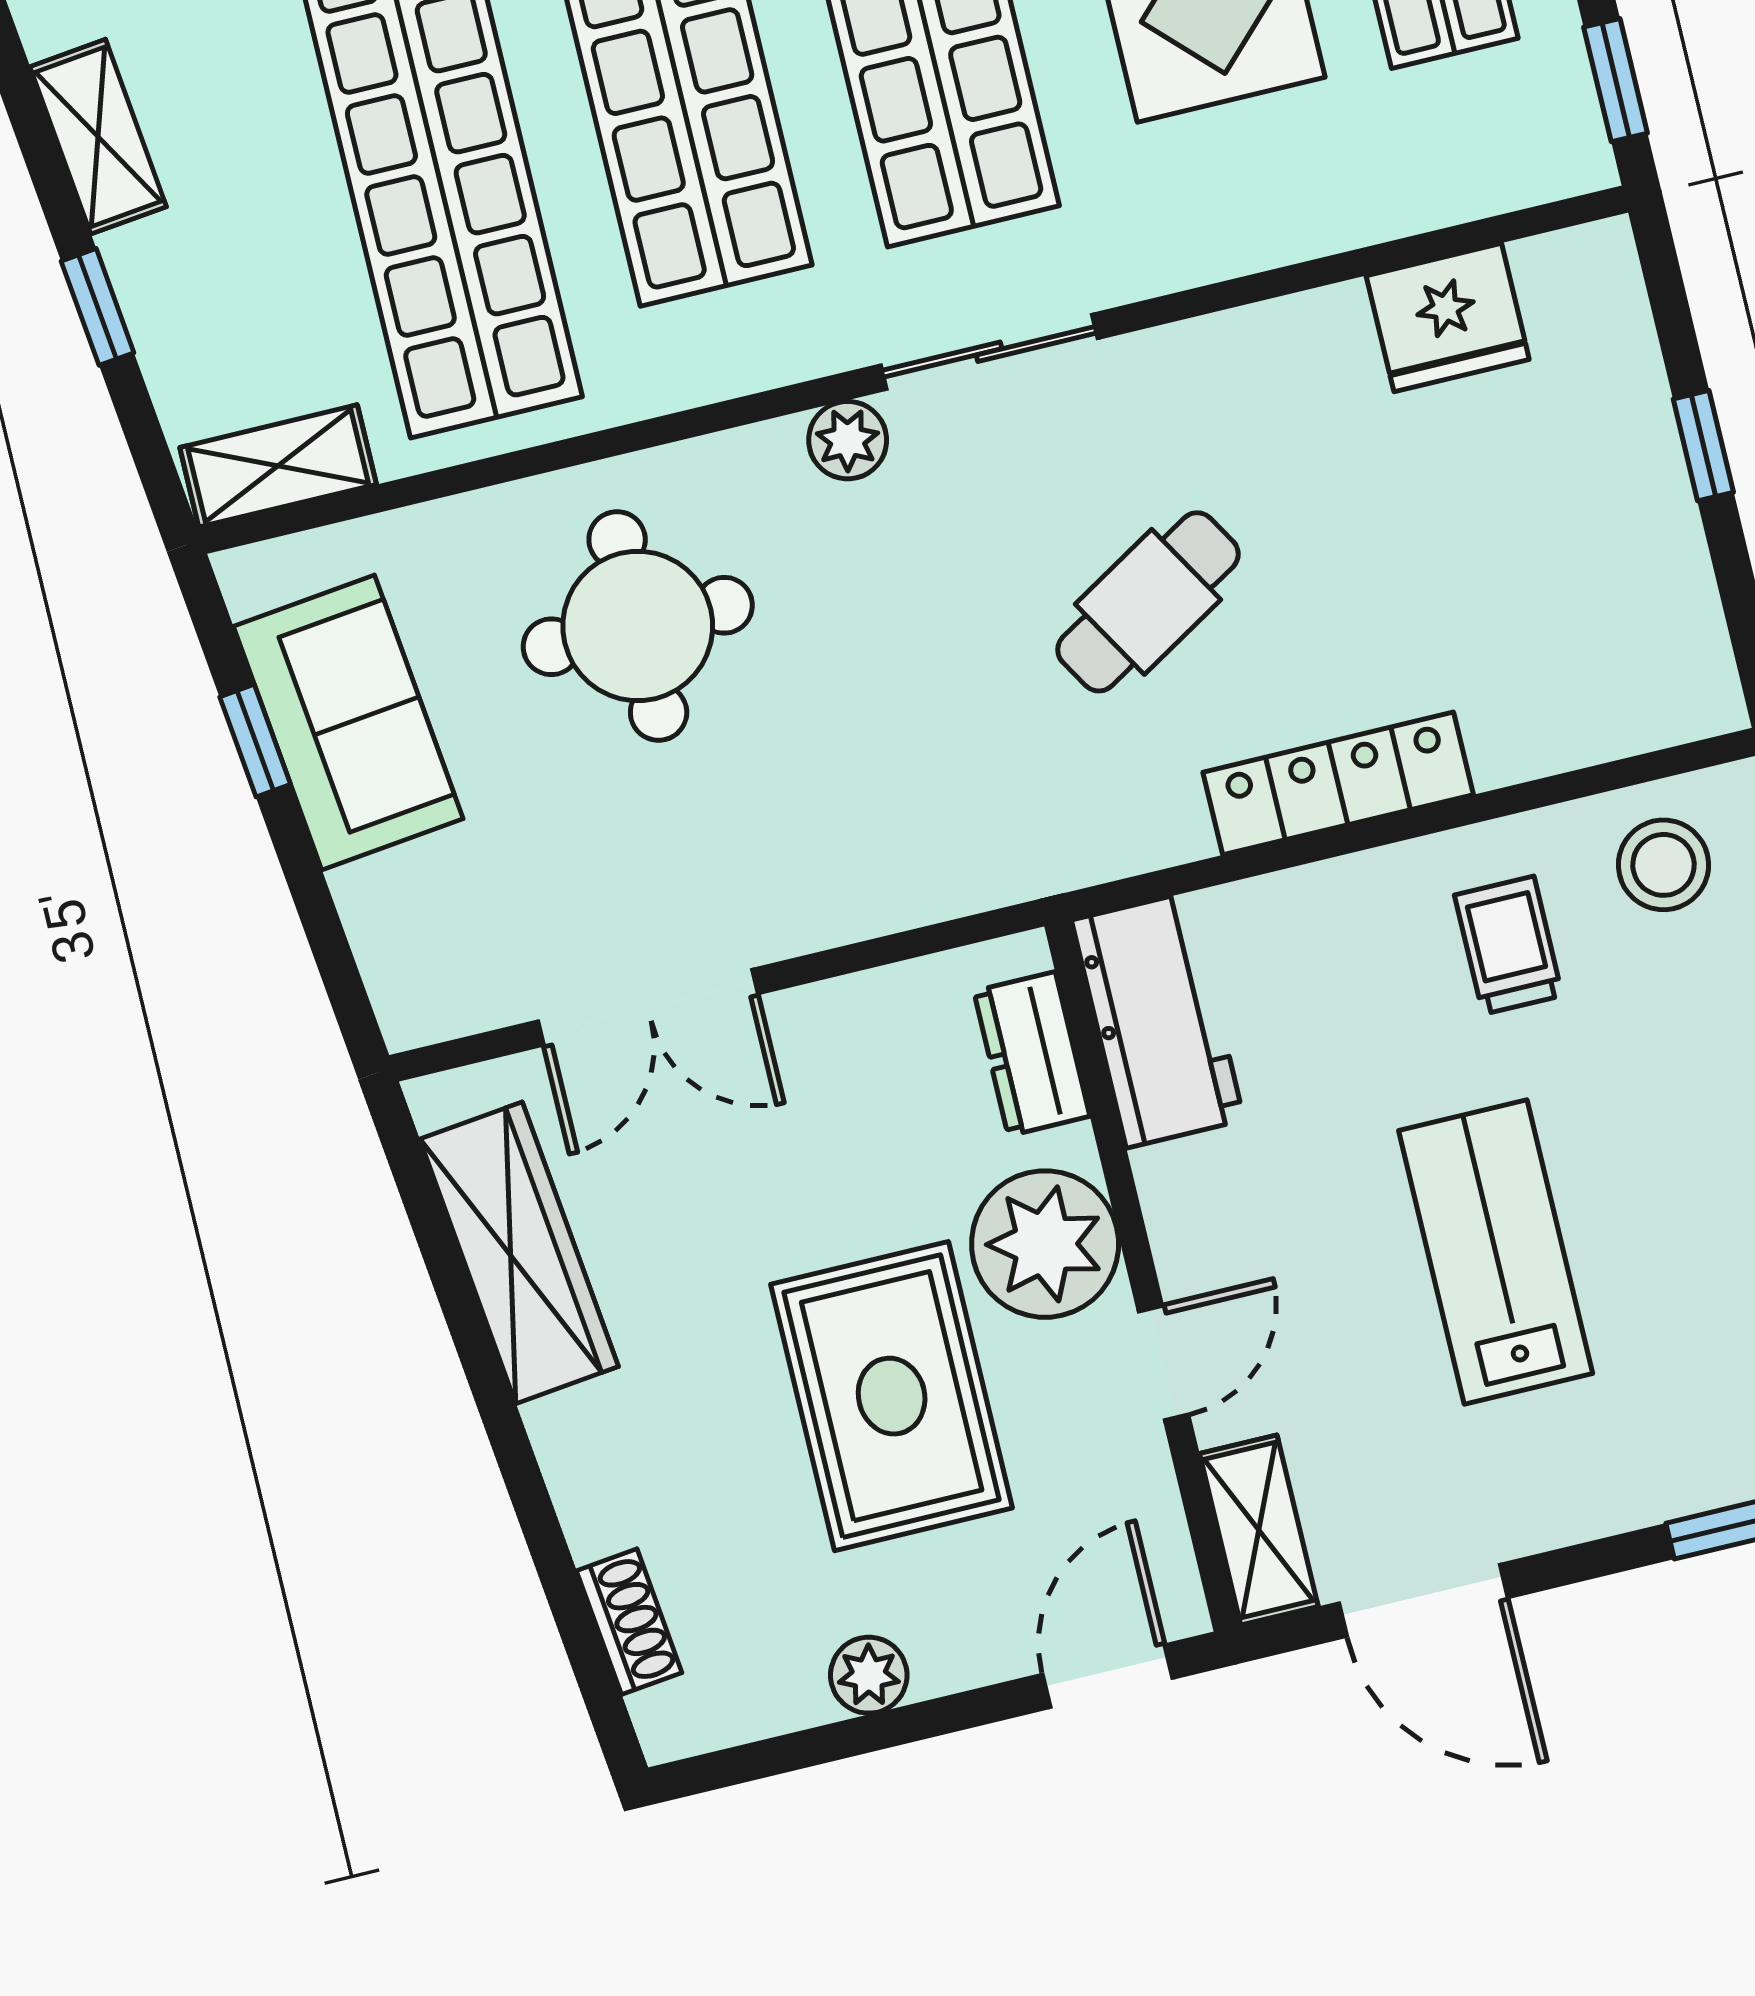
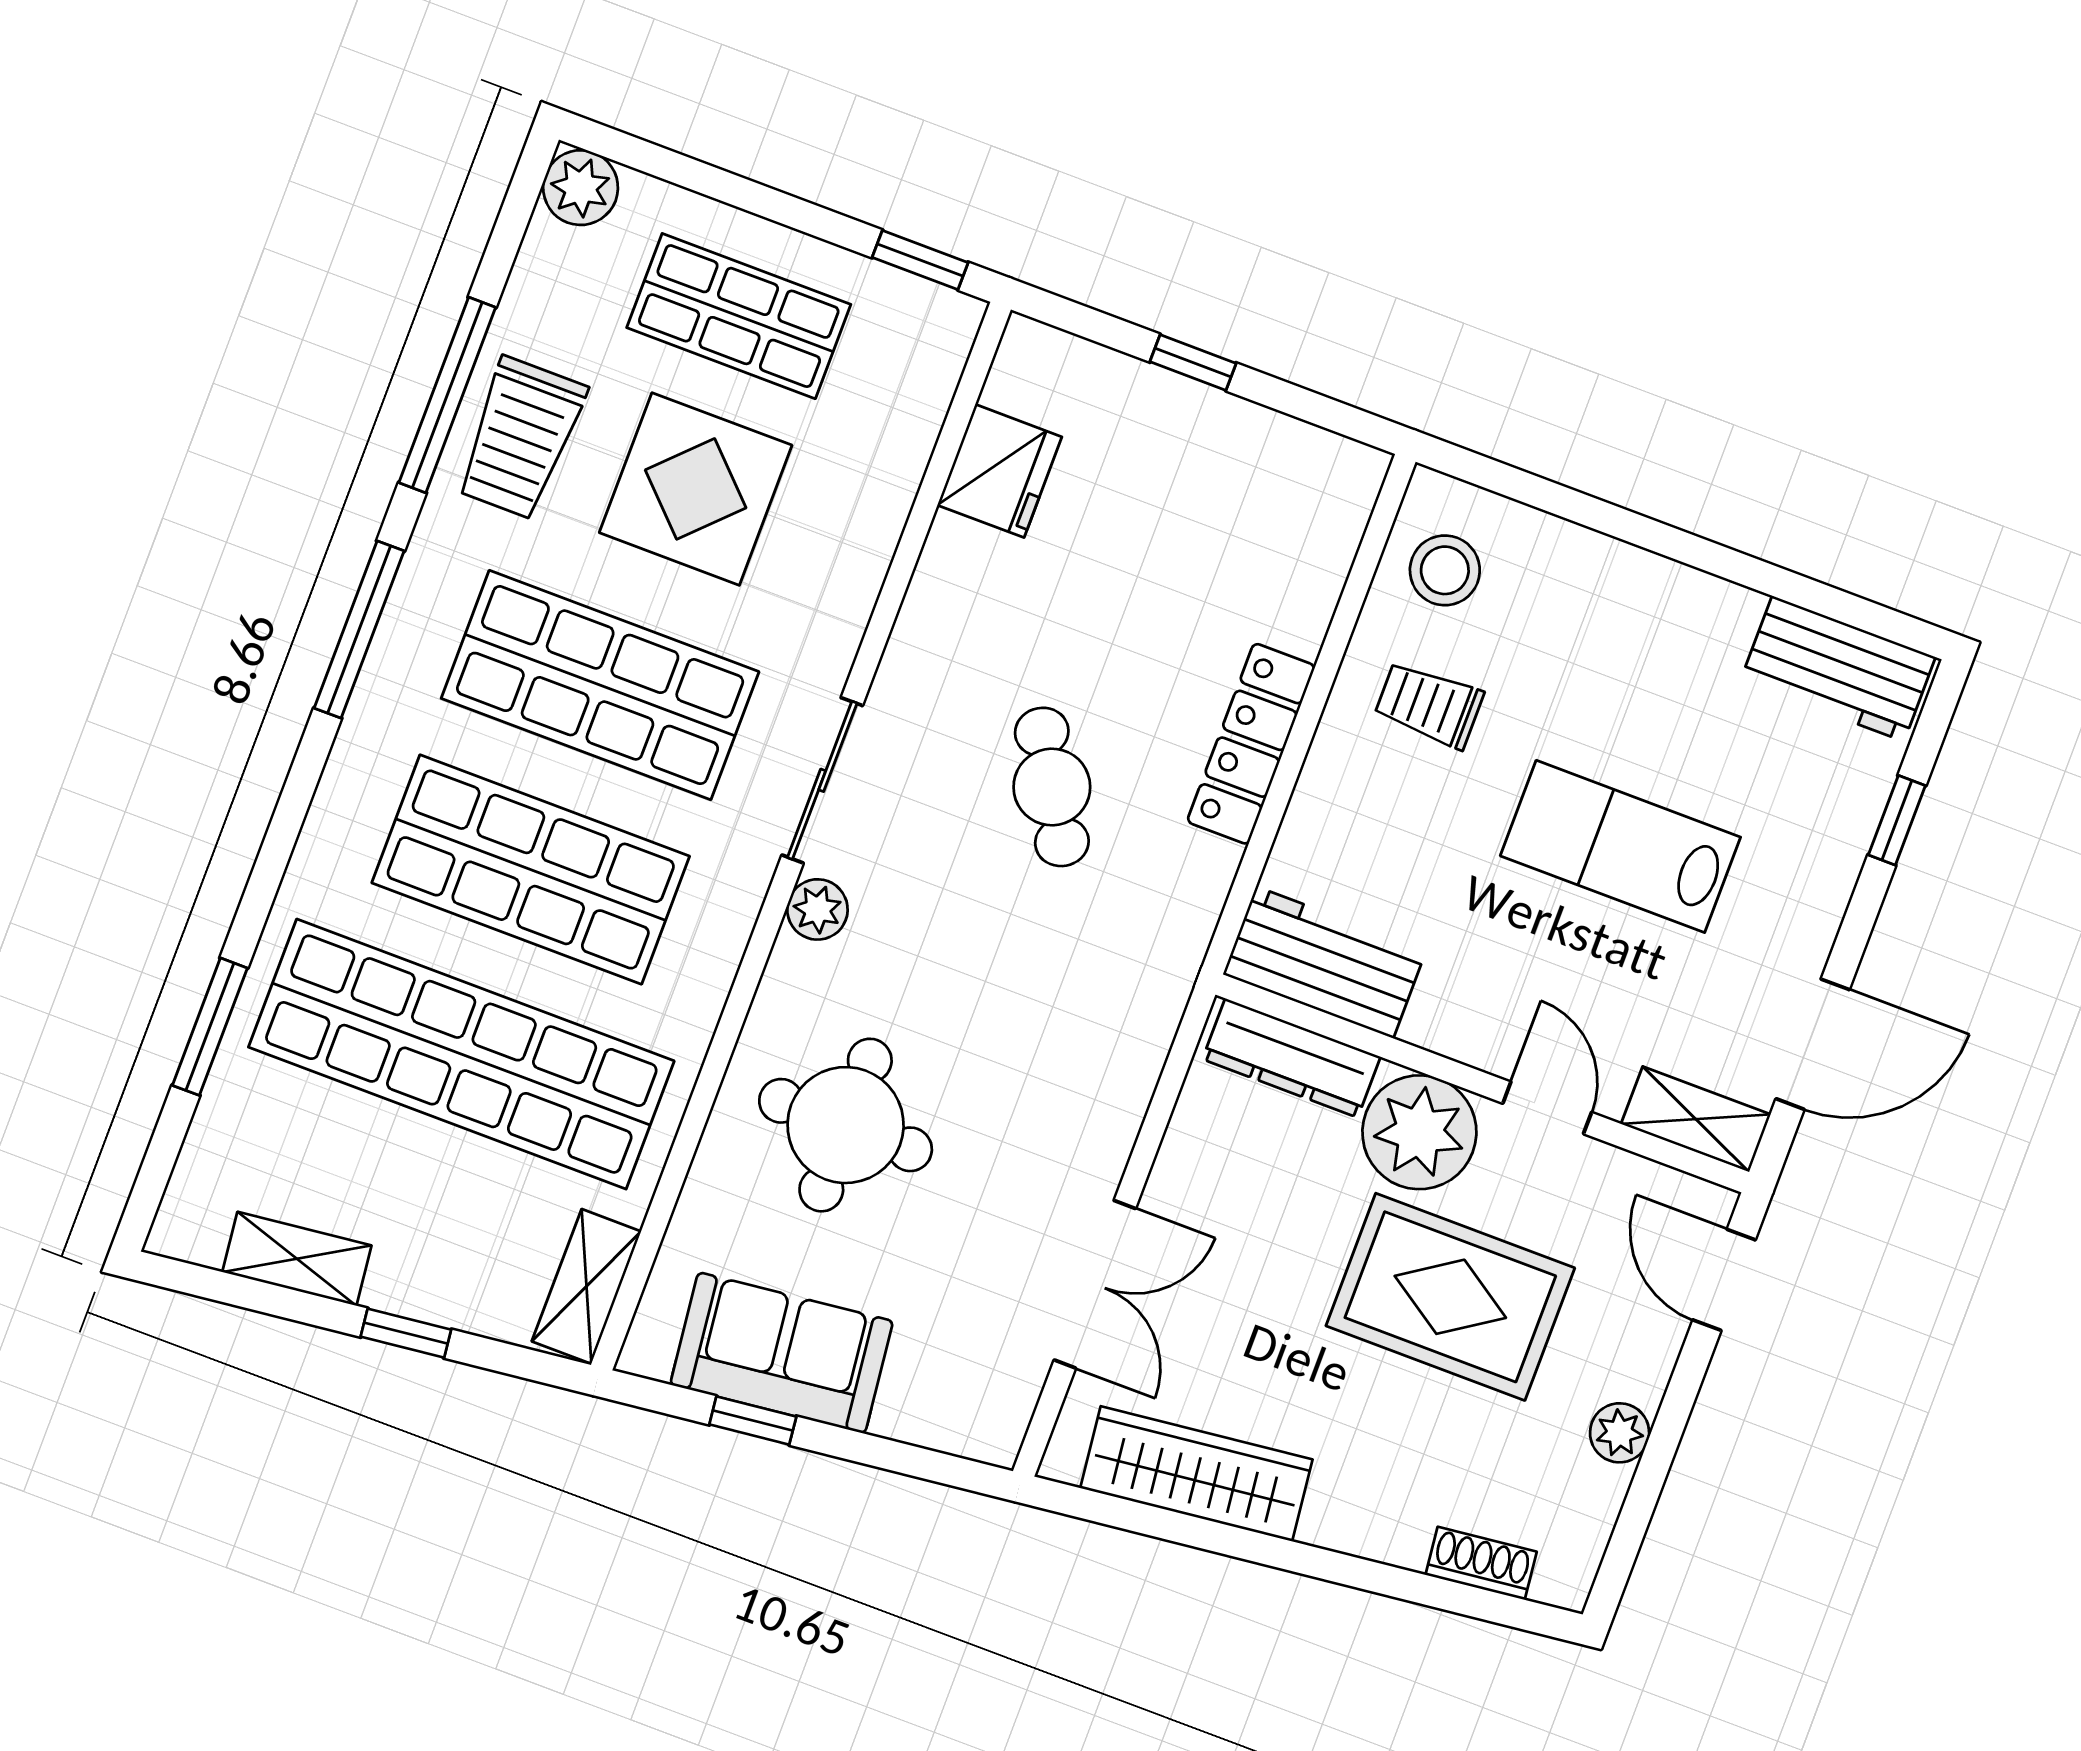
dresser: (1032, 1054) -> (1291, 1058), width x1.44

